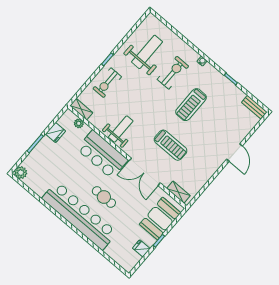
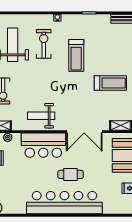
weight bench: (121, 129) -> (41, 116), turned -90
treadmill: (171, 145) -> (110, 83), moved

